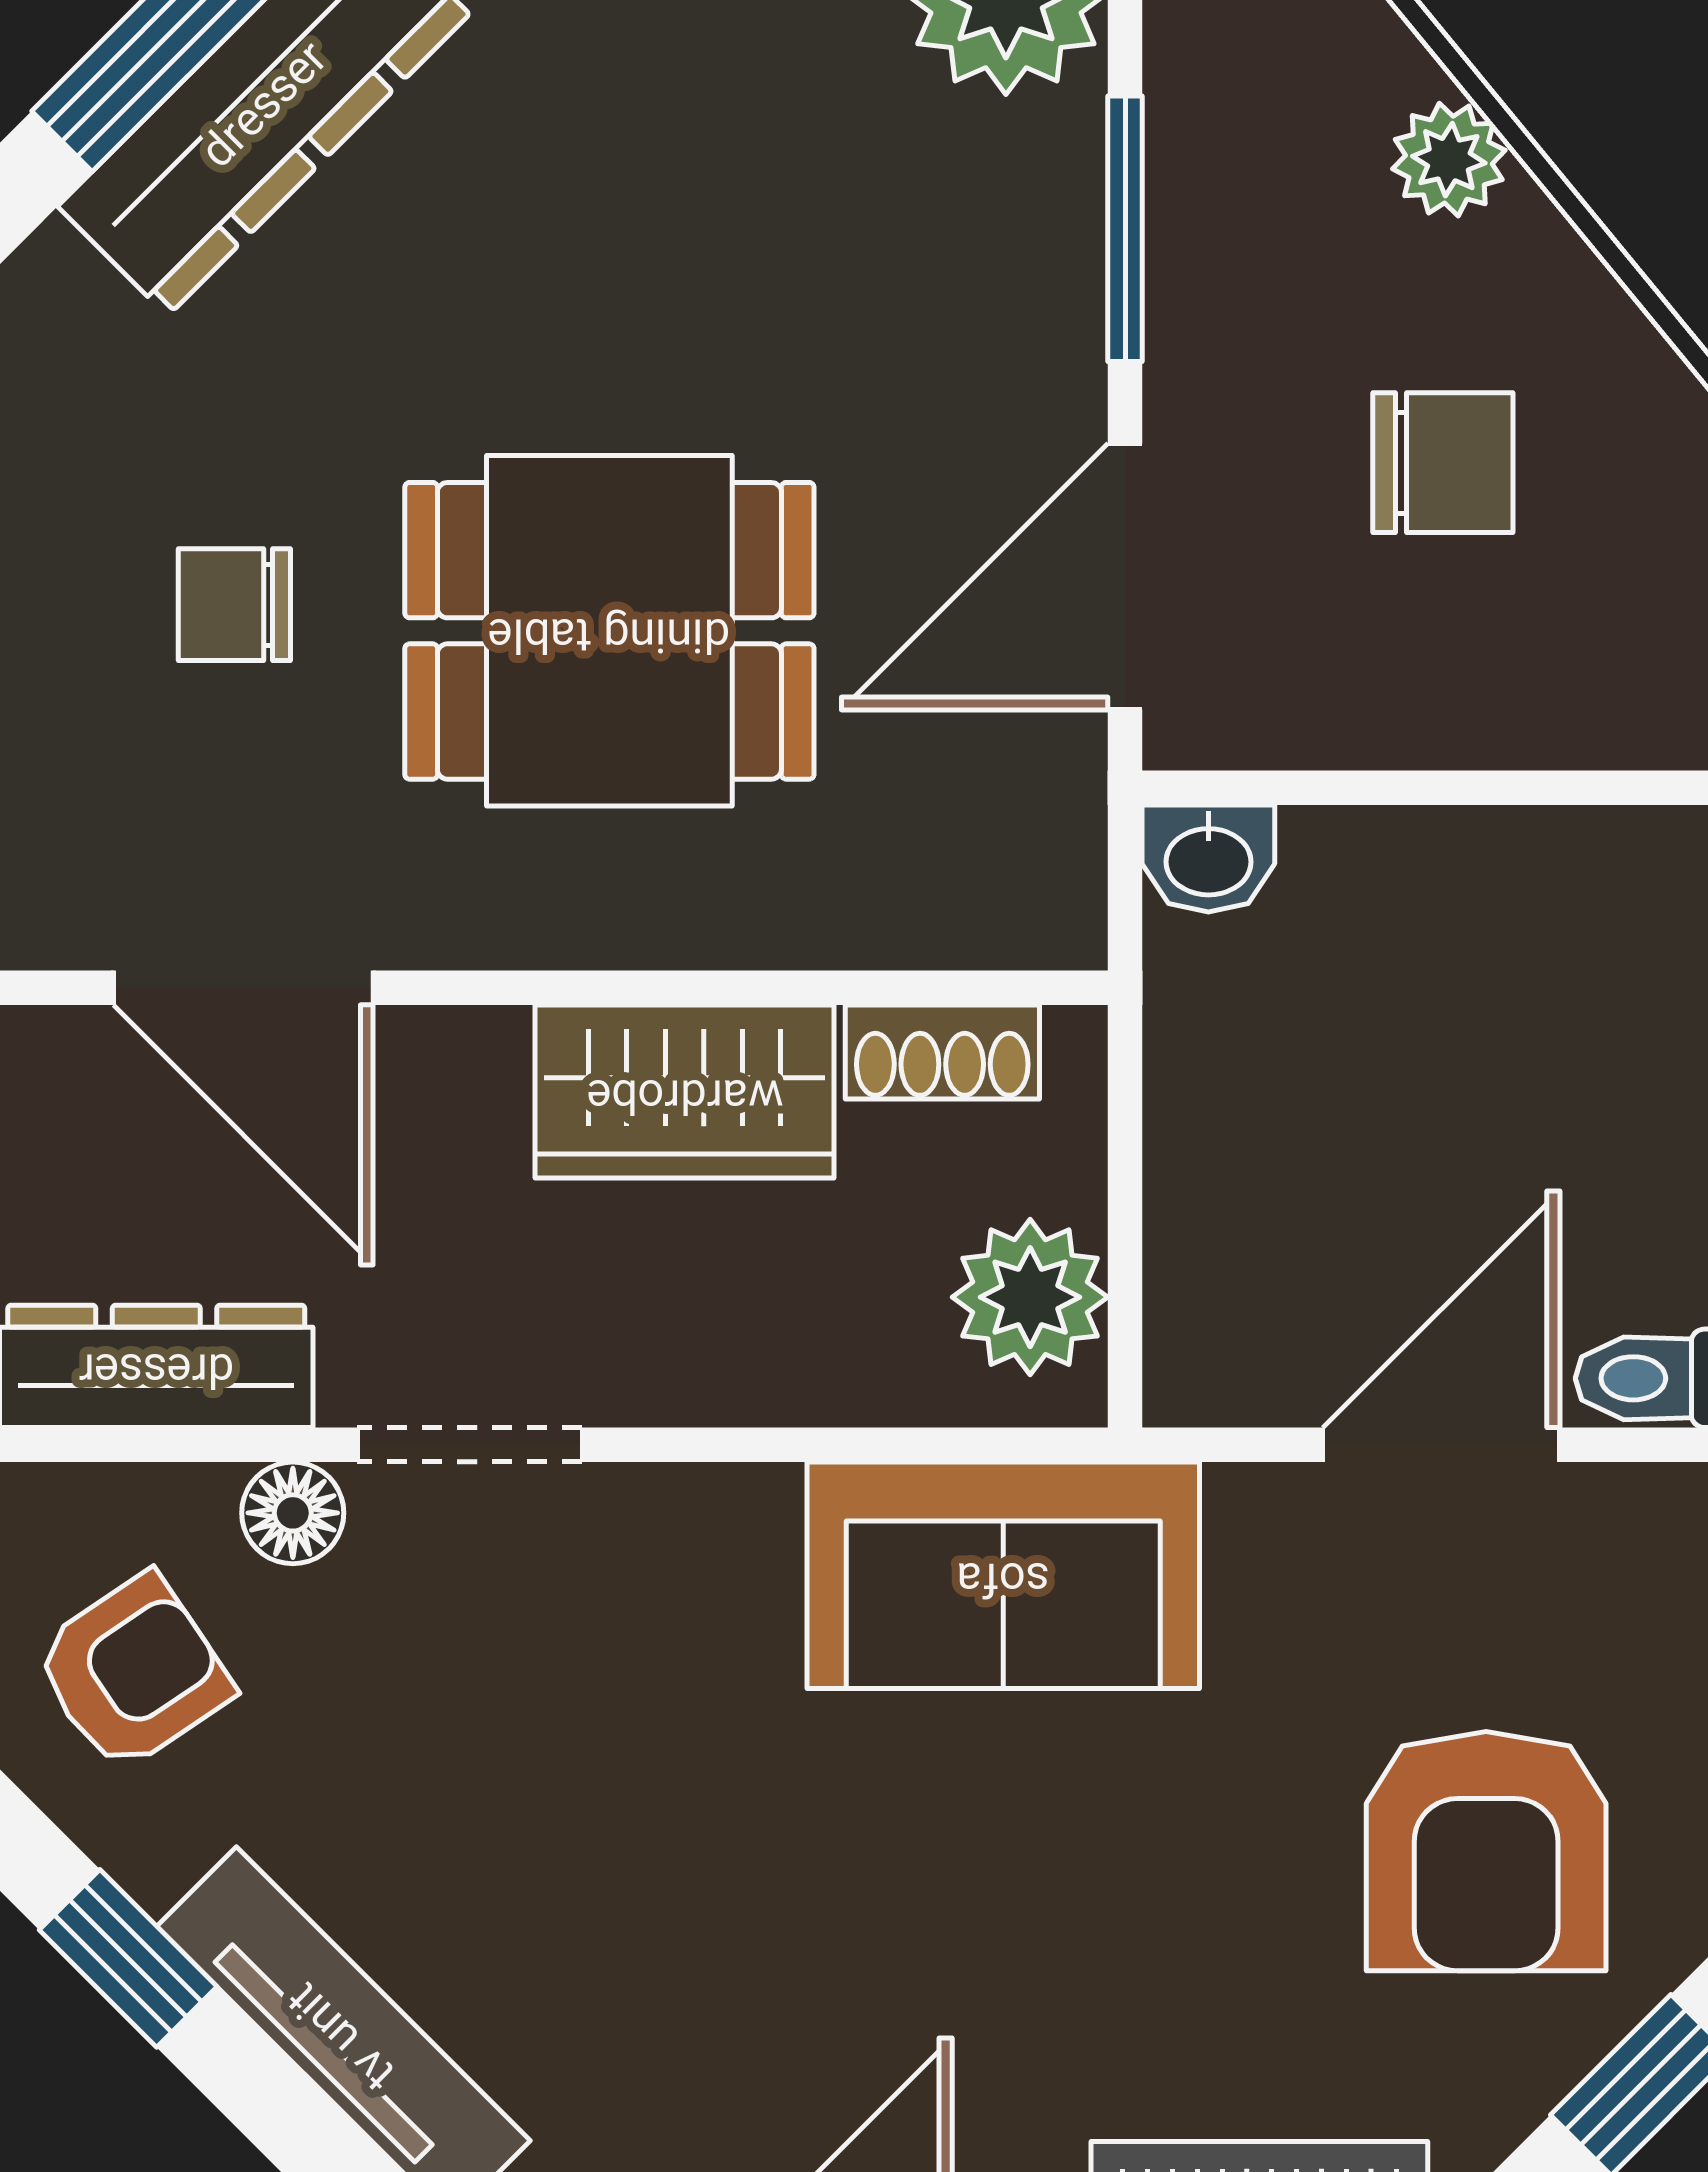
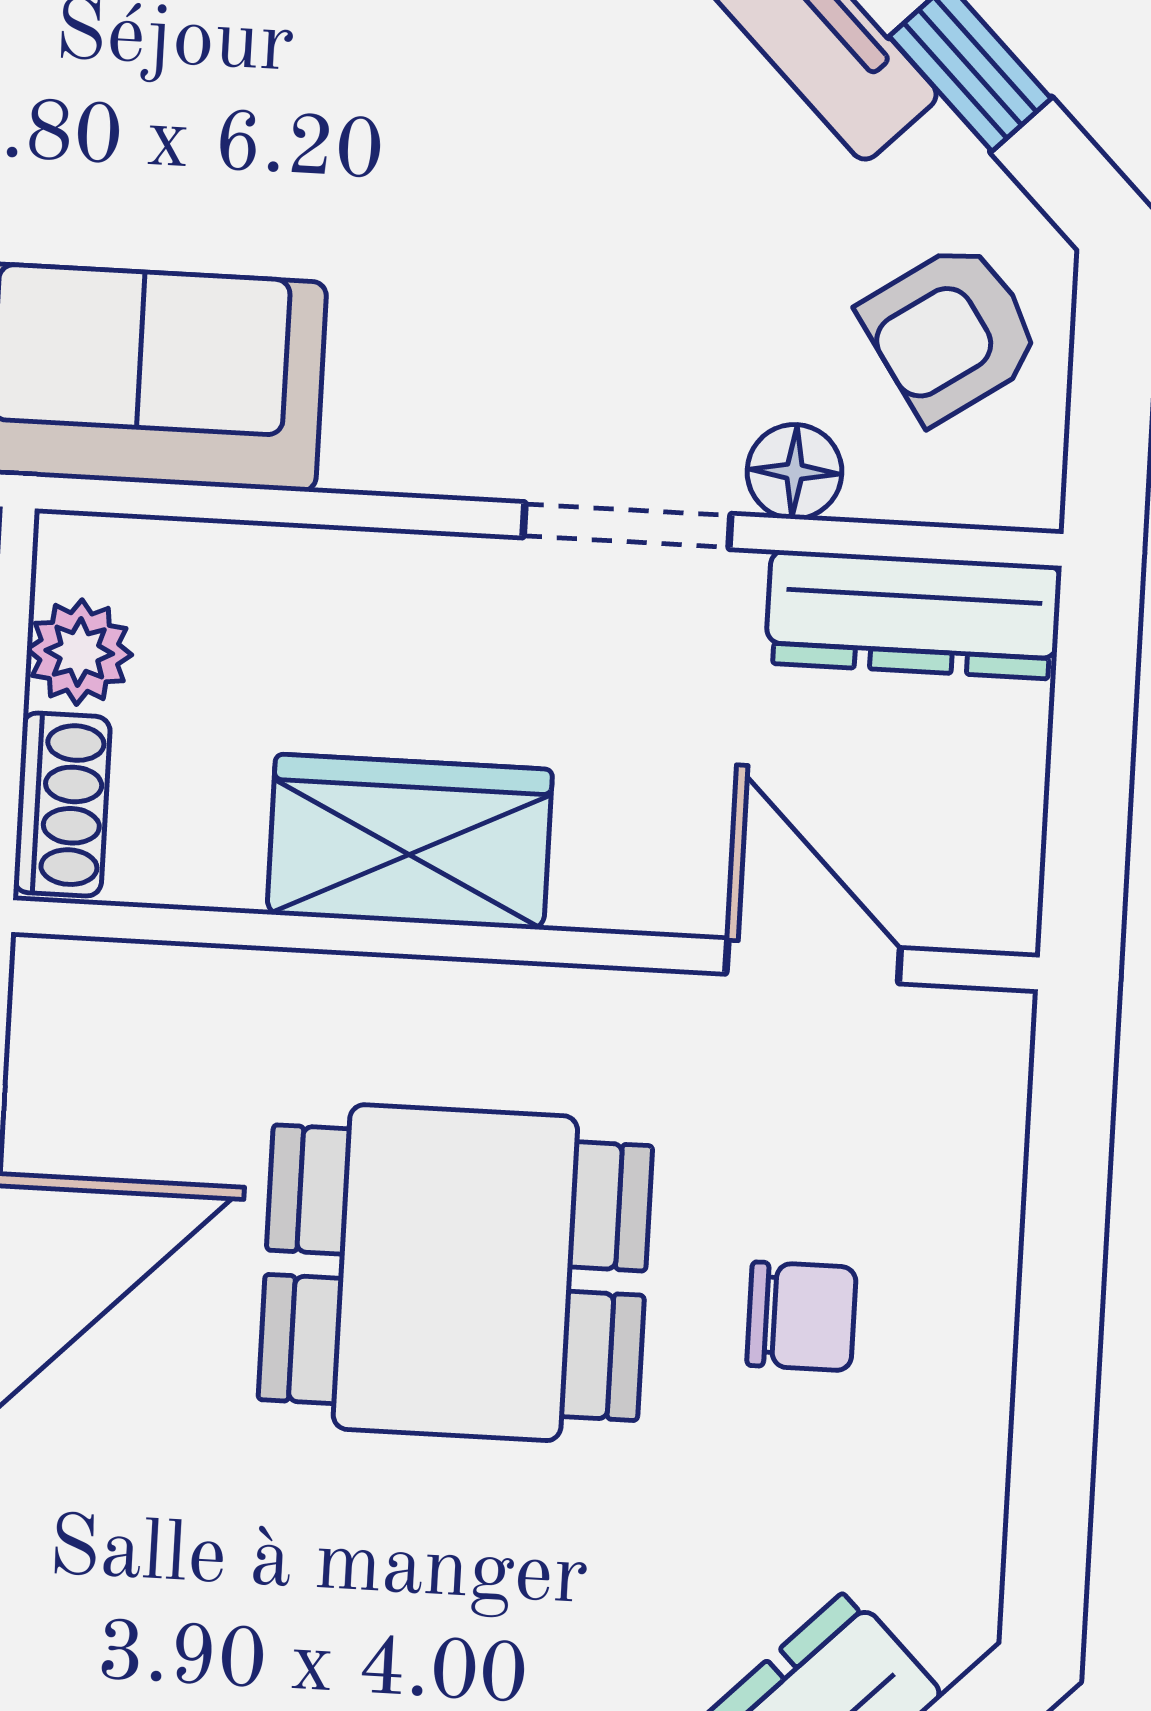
door: (243, 988) -> (813, 961), width x0.73
shoe rack: (942, 1052) -> (62, 805), moved, turned 90
plant: (1030, 1297) -> (79, 652), width x0.73, depth x0.73

